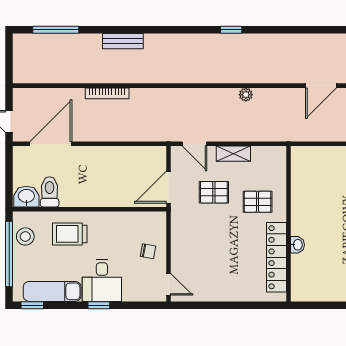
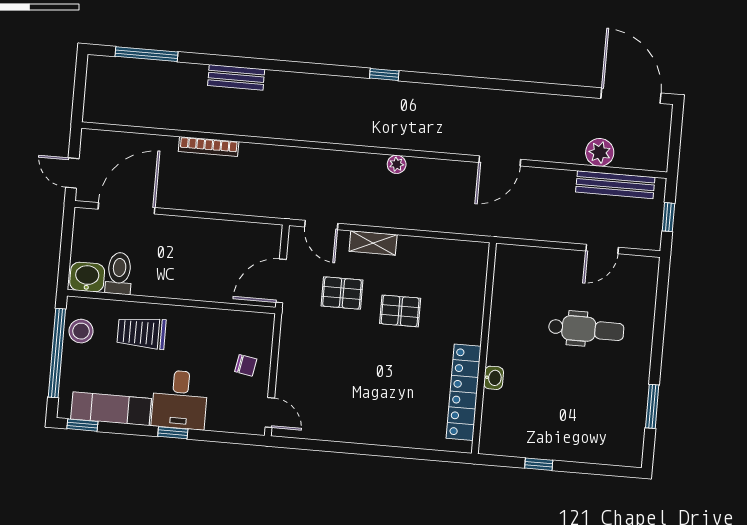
wall: (288, 224) -> (484, 348), moved
washbasin: (297, 245) -> (494, 378), moved
locker: (276, 257) -> (464, 392), moved

